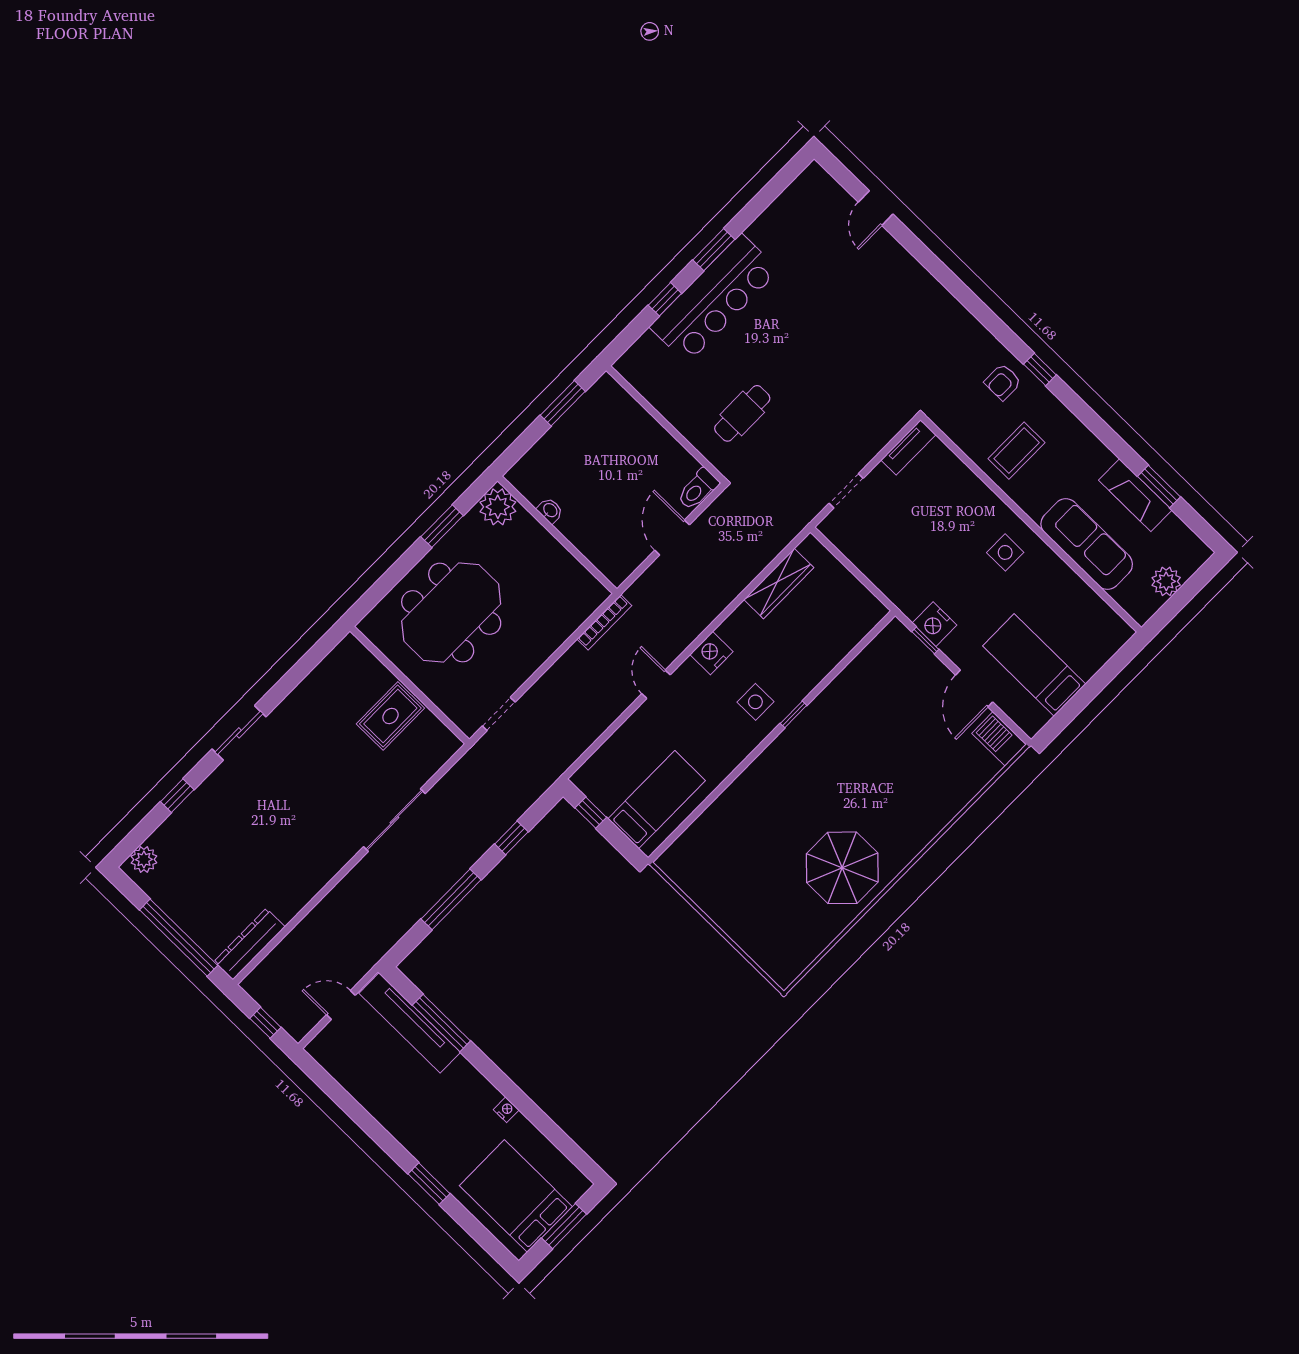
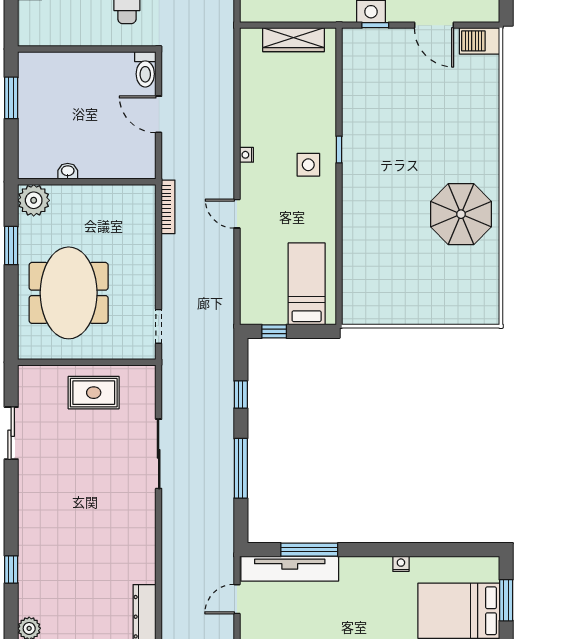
wardrobe: (779, 583) -> (294, 40), moved, turned 90
nightstand: (711, 653) -> (246, 155), width x0.53, depth x0.56
rug: (390, 716) -> (94, 393), turned 90
sliding door: (239, 733) -> (11, 433), moved

